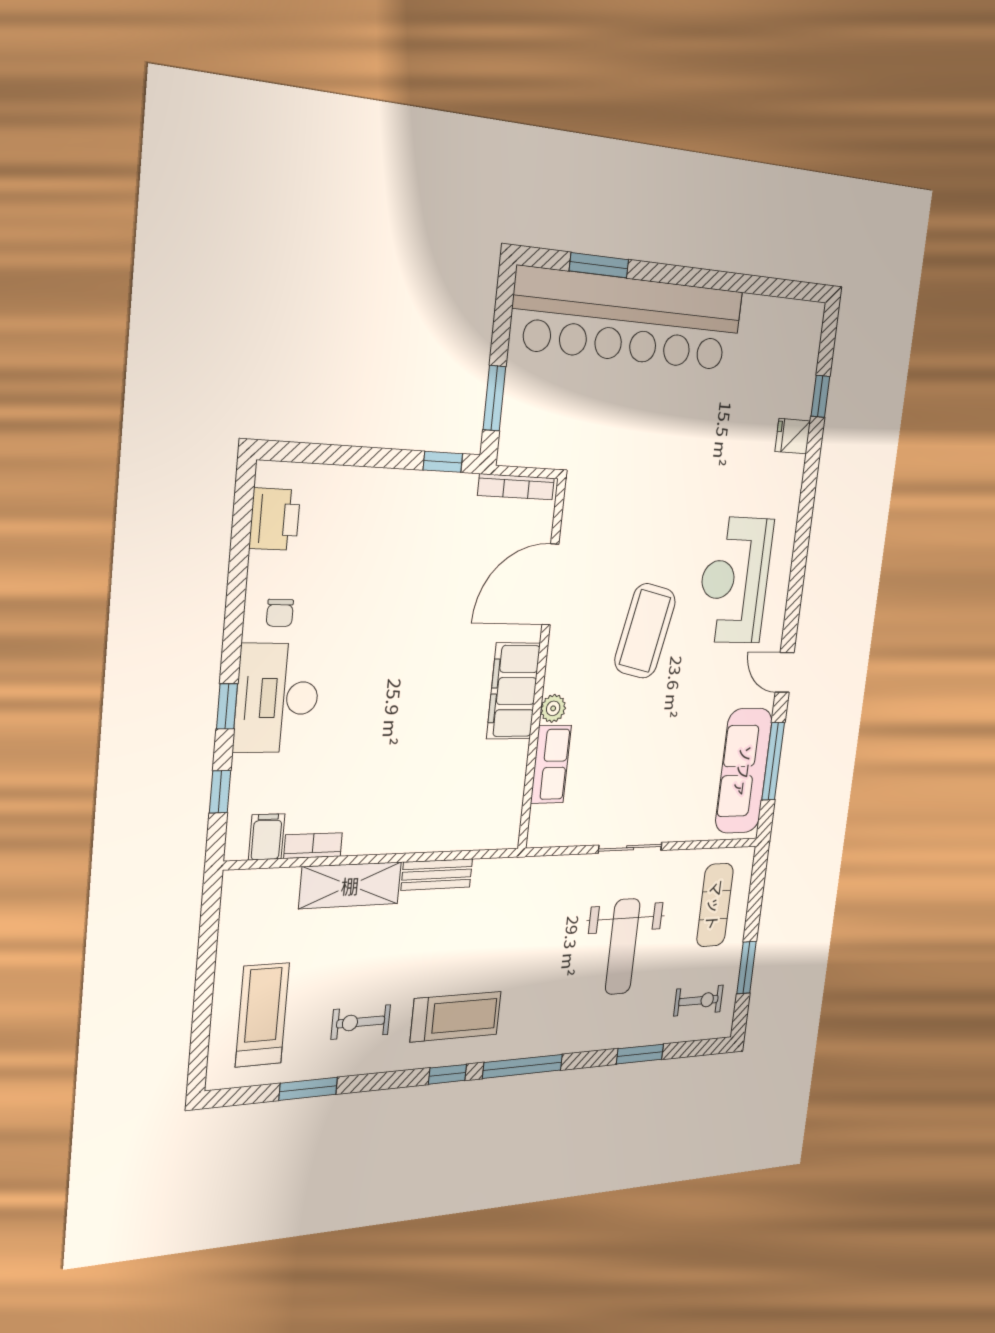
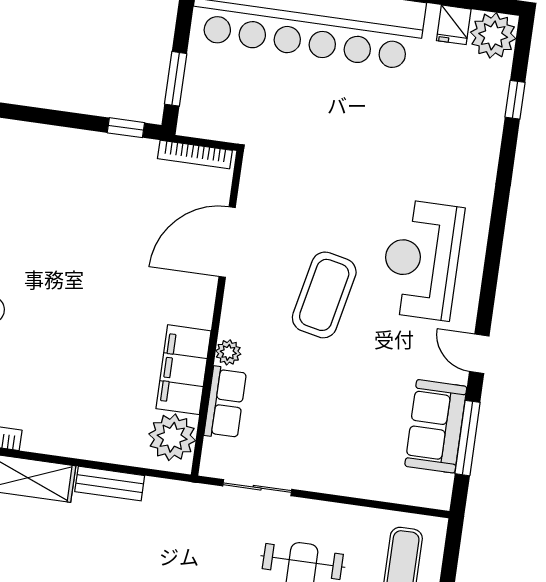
plant: (802, 326) -> (493, 35), added
fridge: (793, 436) -> (454, 25), moved, turned -90
filing cabinet: (513, 691) -> (183, 370), moved
sofa: (744, 771) -> (436, 426), width x0.73
plant: (499, 812) -> (172, 437), added
sliding door: (630, 848) -> (257, 488), moved

